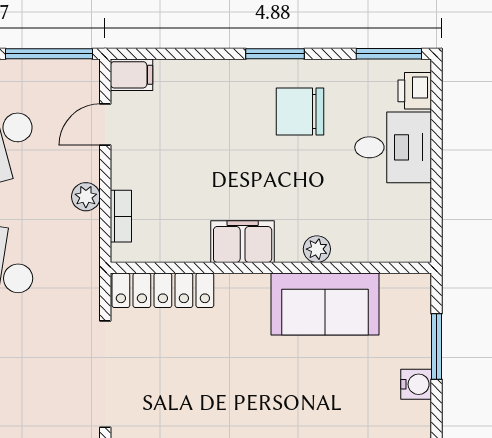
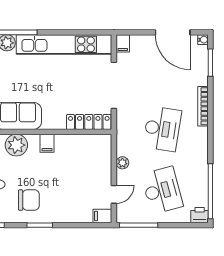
bookcase: (121, 216) -> (107, 154), removed
filing cabinet: (243, 242) -> (47, 143), width x0.50
plant: (317, 249) -> (16, 145), width x1.88, depth x1.88

